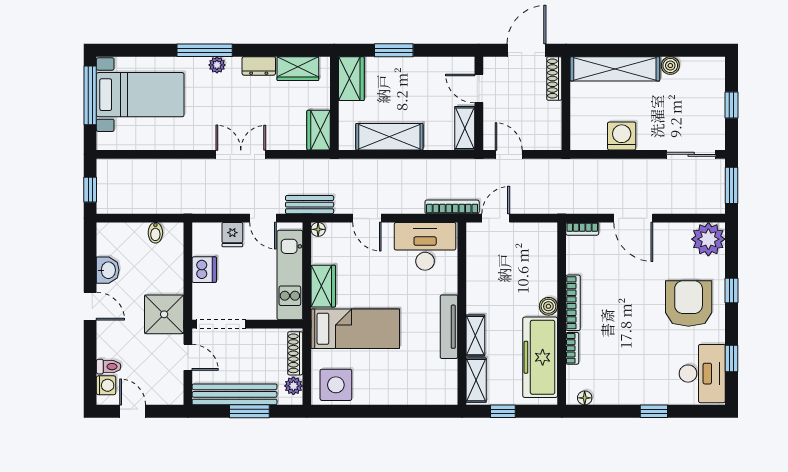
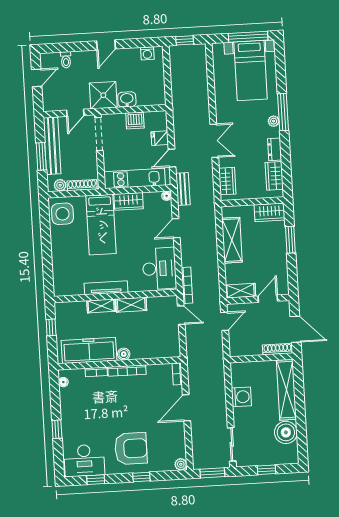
boiler: (670, 66) -> (286, 432), width x1.86, depth x1.86
wardrobe: (319, 130) -> (227, 181), moved, turned 90
bidet: (155, 233) -> (158, 86), removed
plant: (708, 239) -> (181, 464), width x0.53, depth x0.53
washbasin: (108, 270) -> (127, 99), moved, turned 180
shelving: (476, 380) -> (131, 305), moved
washing machine: (106, 385) -> (147, 53), moved

